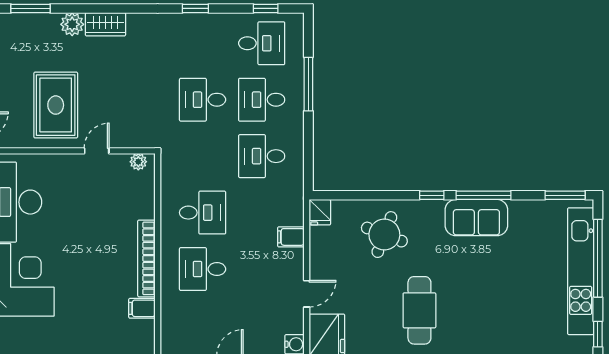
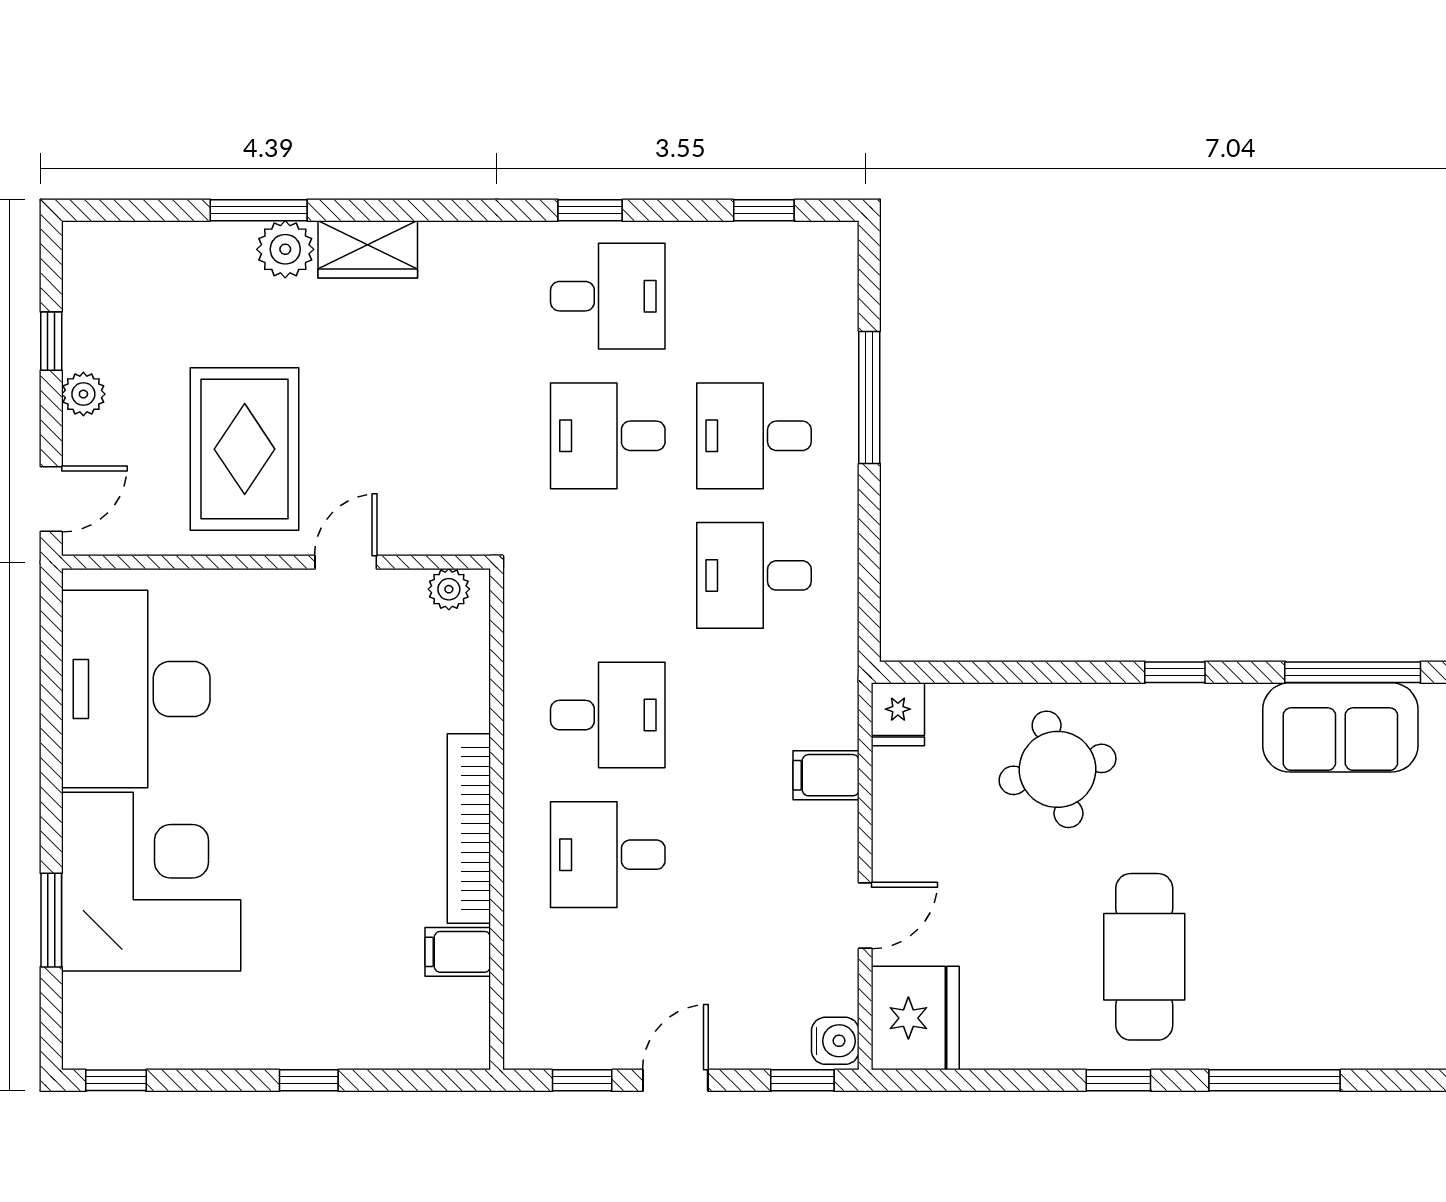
window: (31, 8) -> (259, 210), moved
desk: (262, 43) -> (608, 296), moved
window: (483, 195) -> (1353, 672), moved
sofa: (476, 218) -> (1340, 727), moved
round table: (384, 235) -> (1058, 769), turned -35

